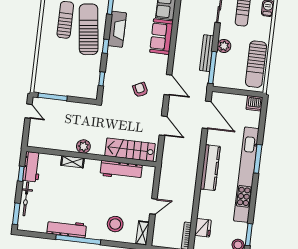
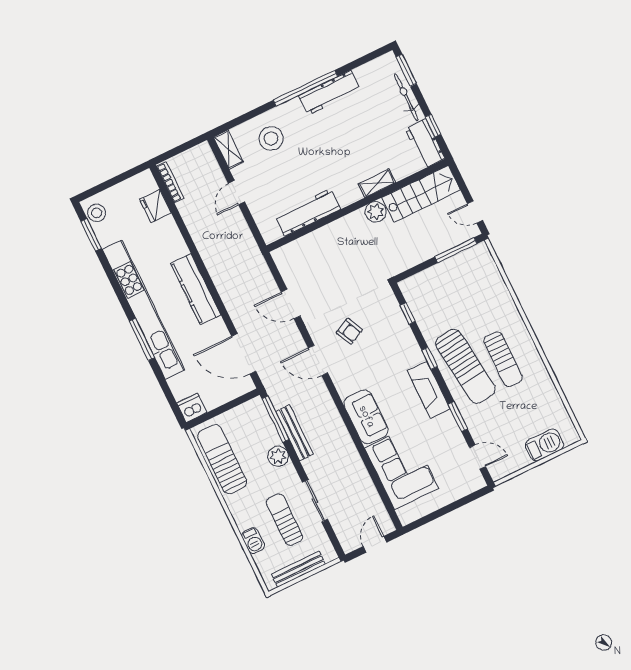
stairs: (130, 150) -> (421, 194), moved

